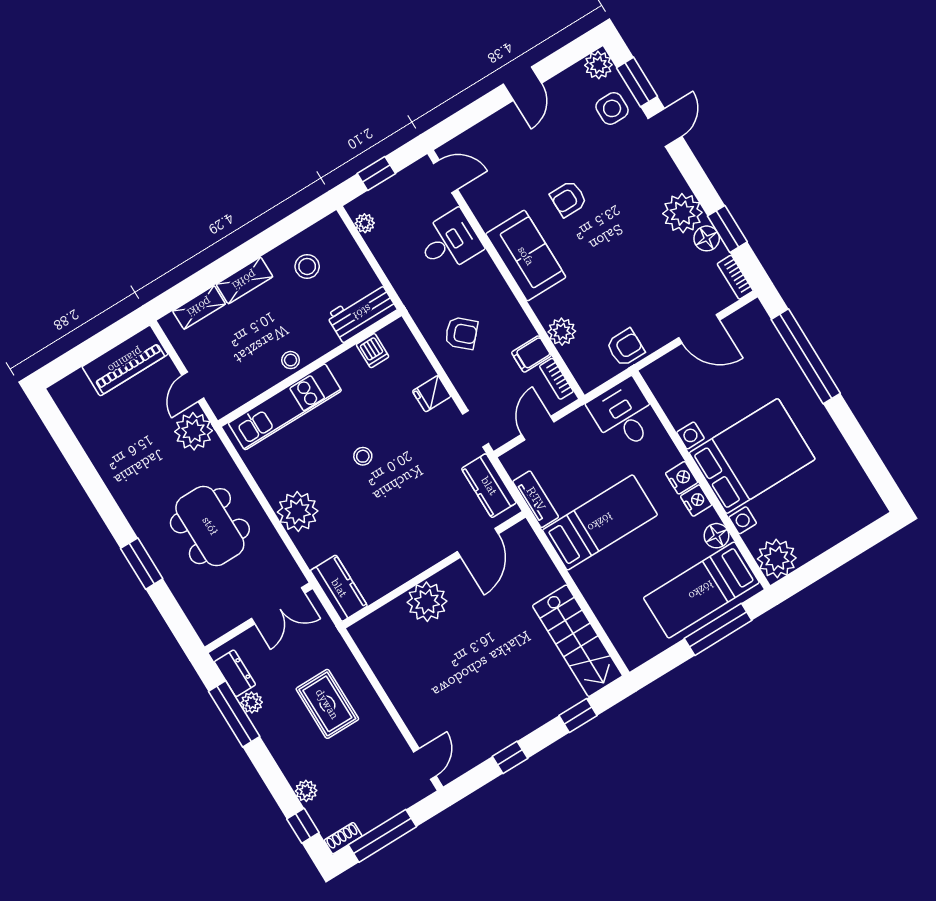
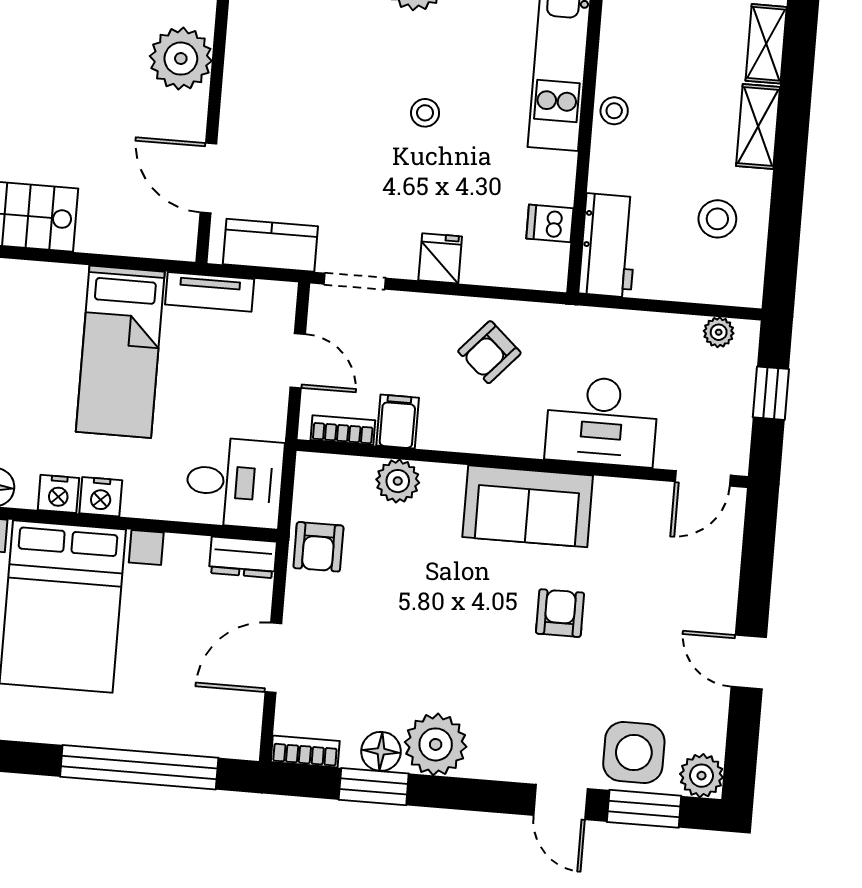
side table: (612, 108) -> (634, 752), width x1.37, depth x1.37
desk: (449, 242) -> (602, 421), width x1.37
dresser: (659, 382) -> (243, 557), added

